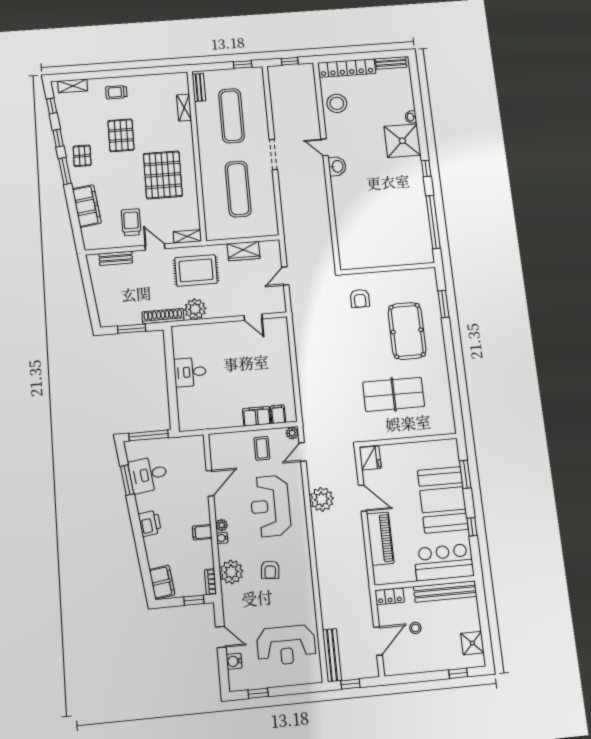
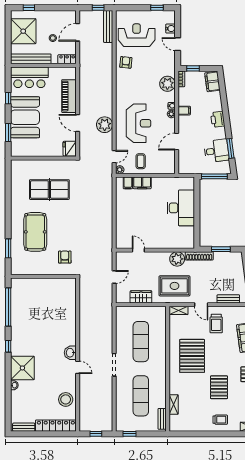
desk: (190, 372) -> (181, 208), width x1.87, depth x1.30
armchair: (270, 570) -> (126, 62), moved
shower: (472, 643) -> (23, 31), width x1.86, depth x1.86

